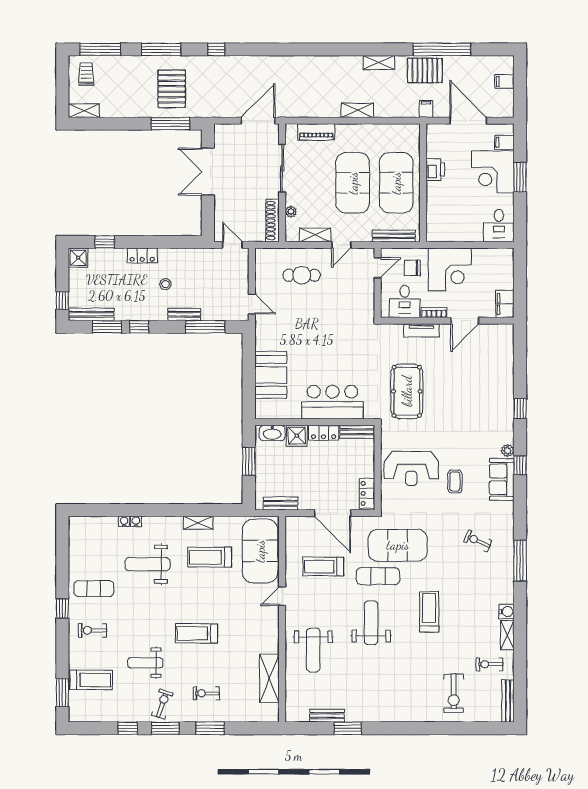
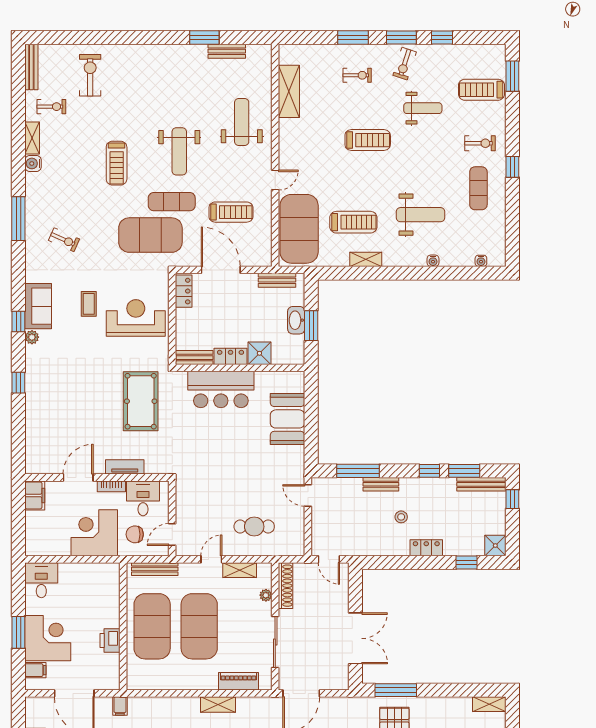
shelving: (357, 110) -> (218, 705), moved
chair: (412, 268) -> (135, 534), turned 180
washbasin: (272, 433) -> (296, 320), moved, turned -90
water cooler: (124, 521) -> (481, 261), moved
exercise mat: (94, 589) -> (478, 188), turned 90

